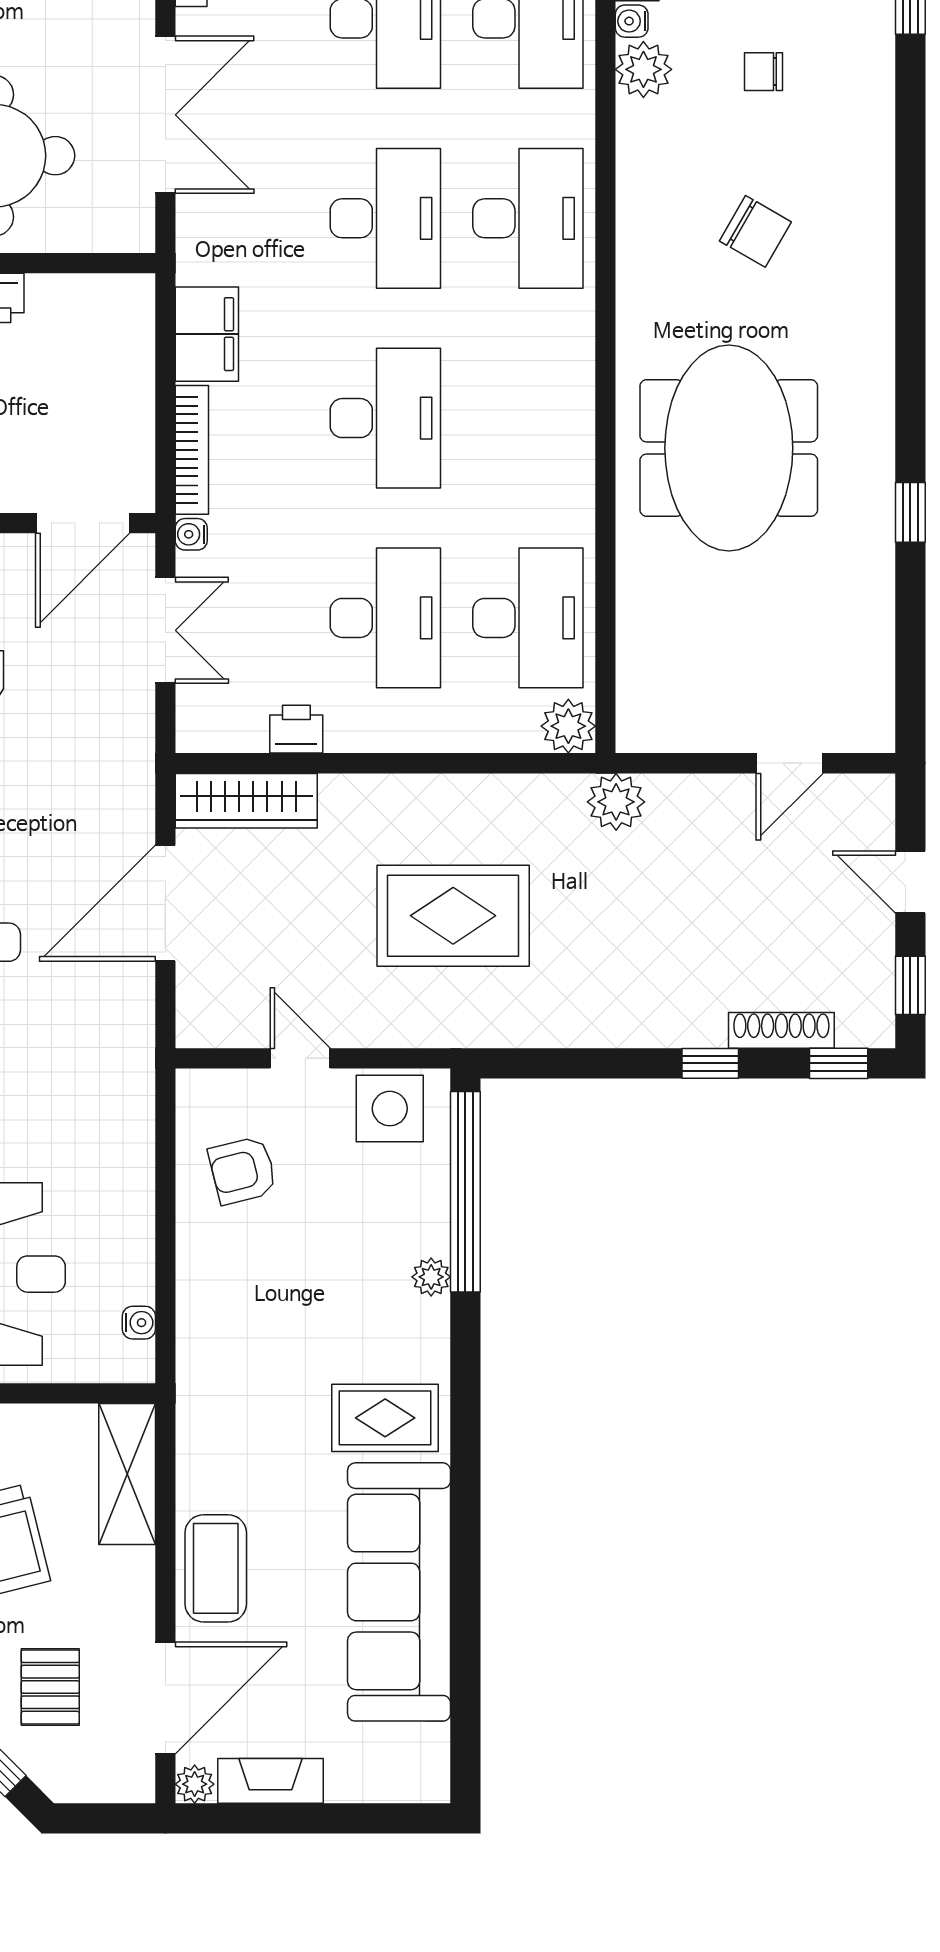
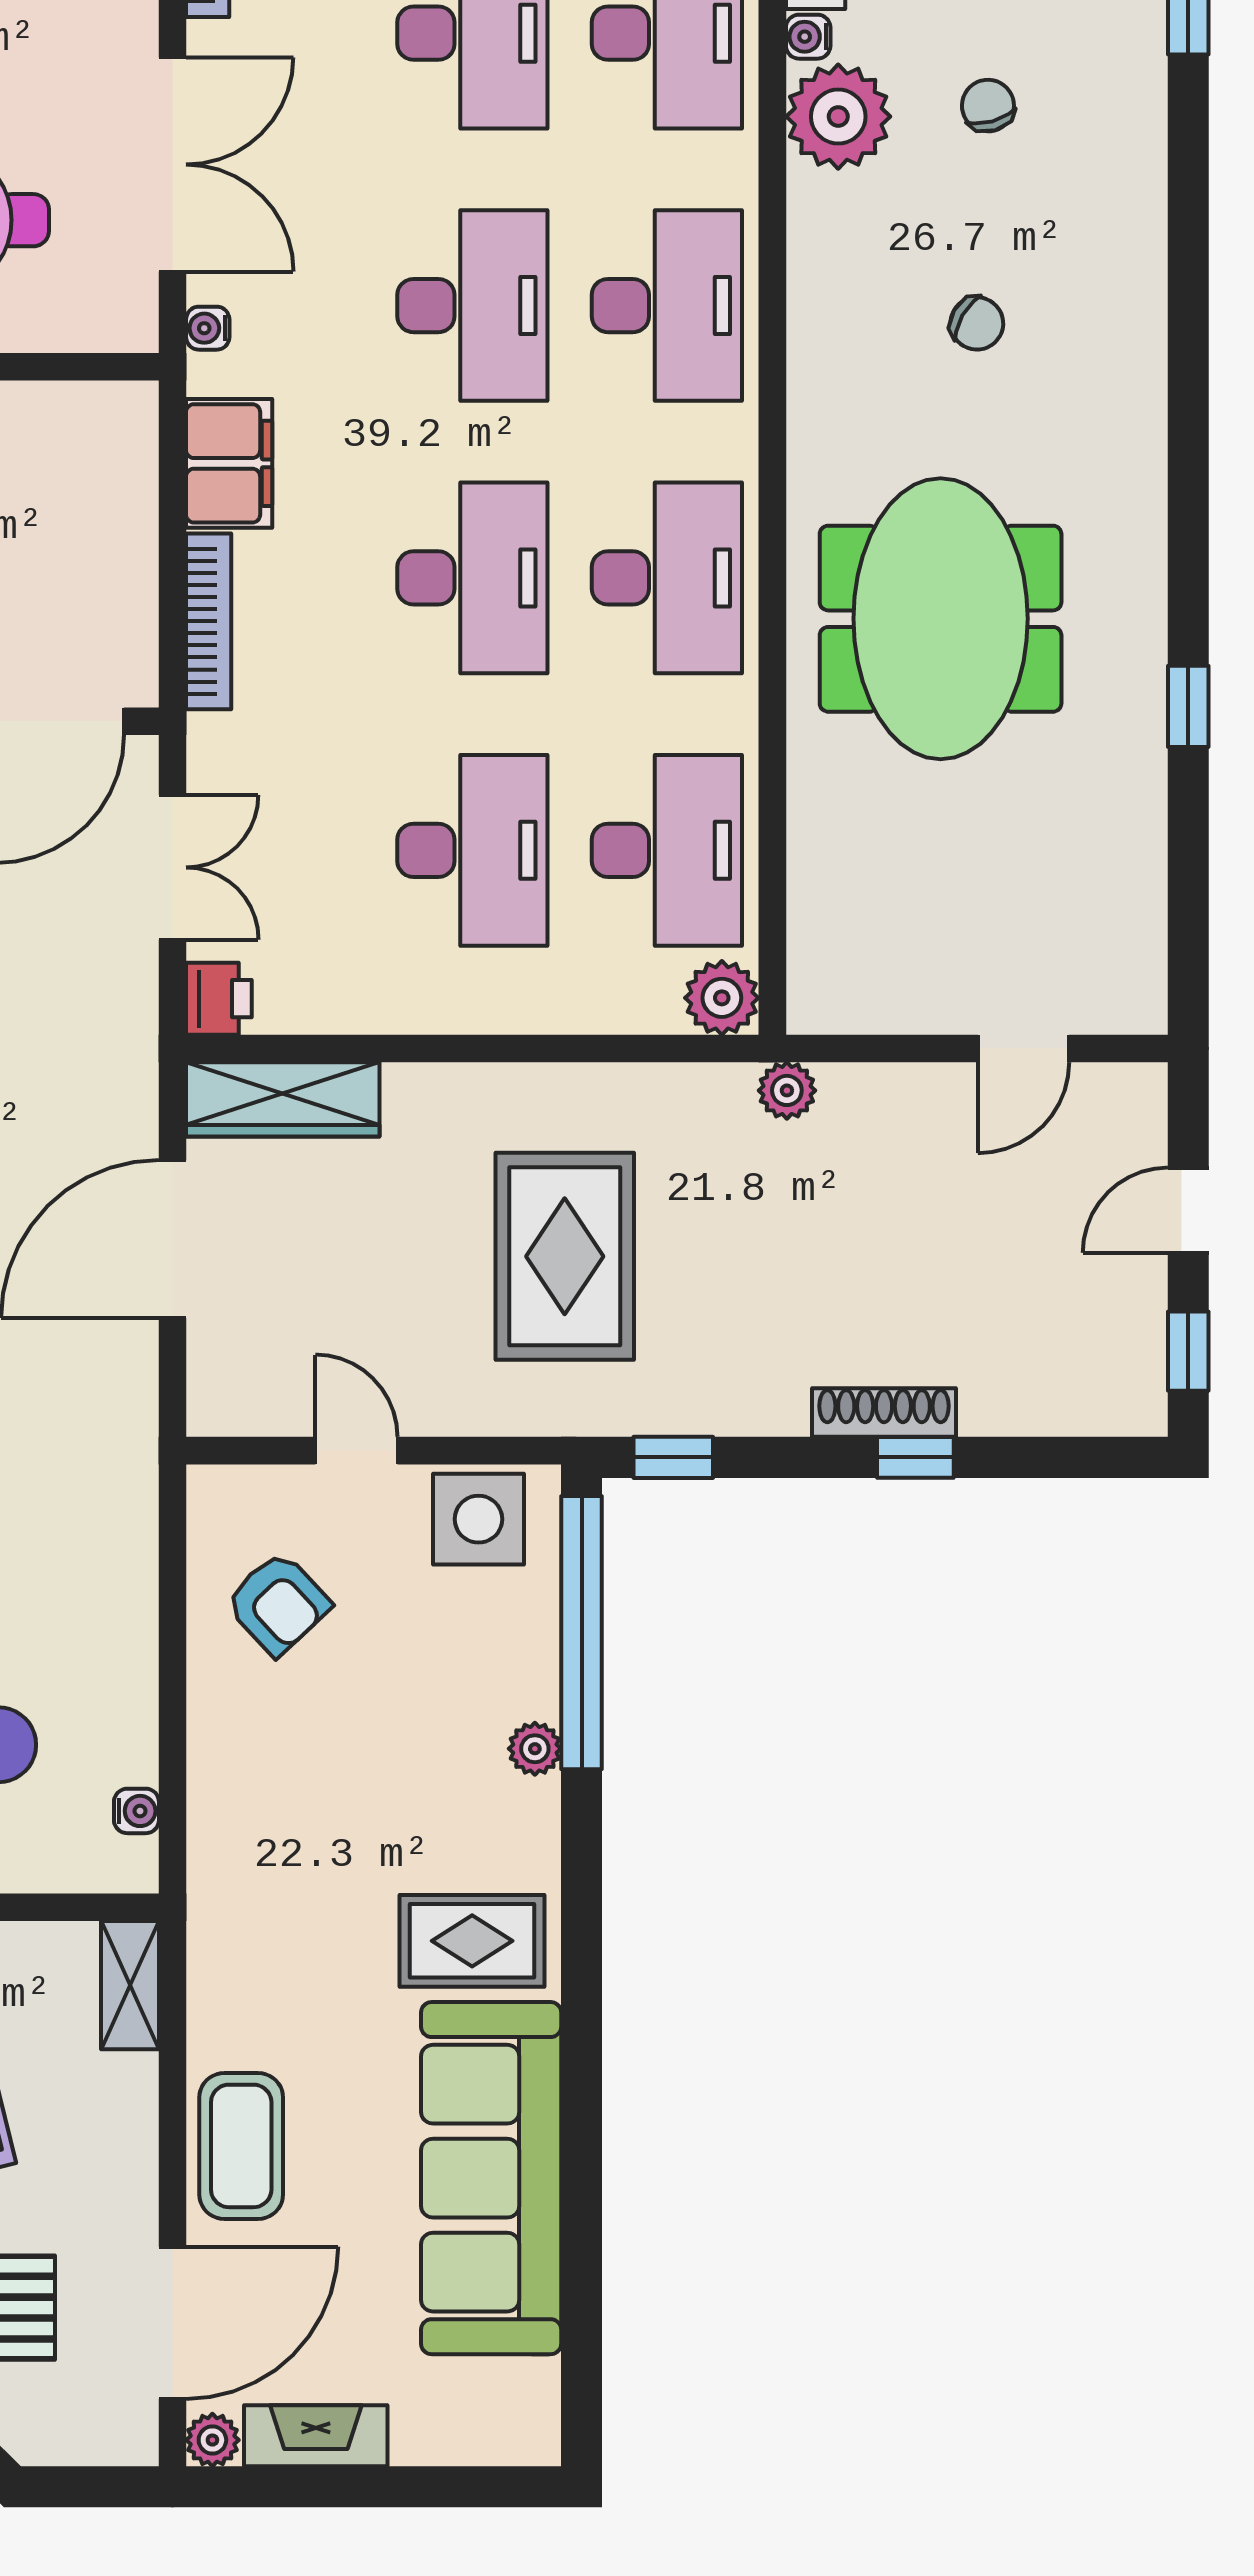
plant: (643, 69) -> (838, 117), width x1.36, depth x1.36
chair: (763, 72) -> (988, 106), turned 74
chair: (755, 231) -> (977, 323), width x0.73, depth x0.73
desk: (528, 418) -> (667, 578), added
water cooler: (191, 534) -> (208, 328), moved
printer: (296, 729) -> (219, 999), moved, turned 90
plant: (616, 802) -> (787, 1090), width x0.73, depth x0.73
door: (910, 882) -> (1188, 1210), hinge flipped
rug: (453, 916) -> (565, 1256), turned 90
shoe rack: (781, 1030) -> (884, 1413), moved
window: (839, 1063) -> (673, 1457), moved
armchair: (243, 1170) -> (278, 1603), turned -119
shelving: (127, 1474) -> (130, 1985), width x0.67, depth x0.75

